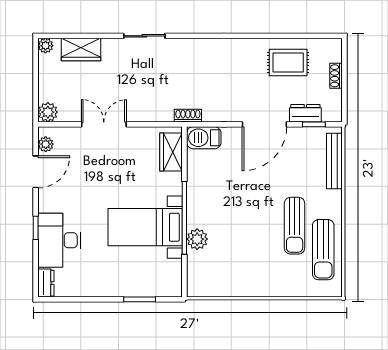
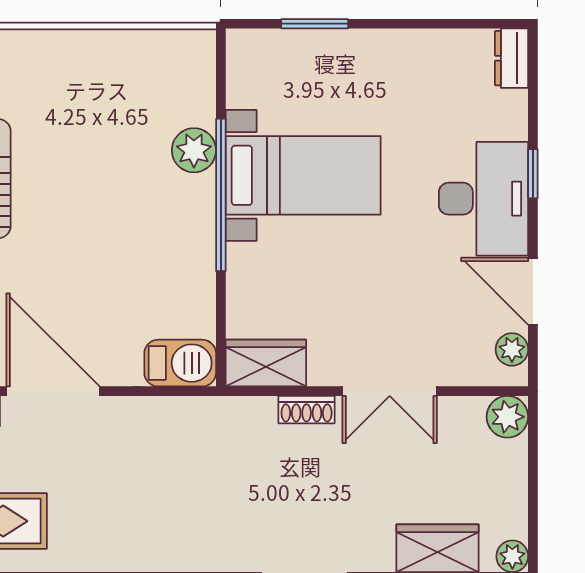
shoe rack: (188, 116) -> (307, 410), moved
door: (264, 124) -> (53, 391), hinge flipped
wardrobe: (171, 152) -> (266, 363), moved, turned -90
door: (36, 172) -> (533, 291), hinge flipped
desk: (59, 240) -> (484, 199), moved

